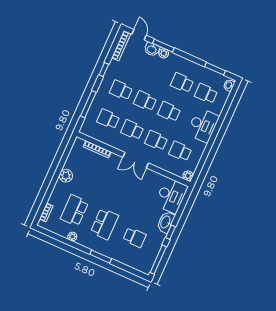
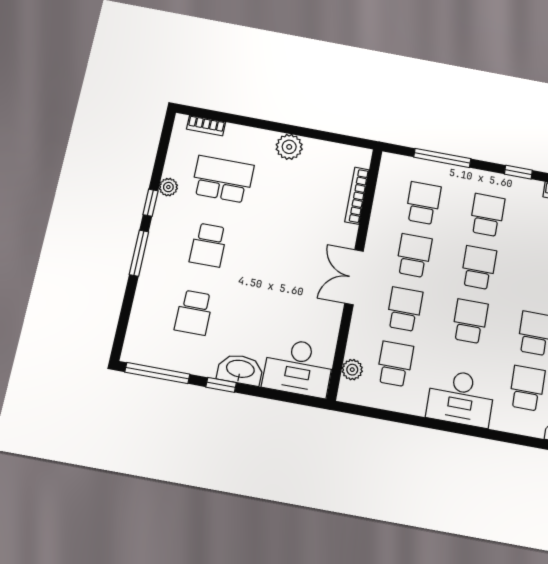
plant: (188, 176) -> (352, 370), moved
school desk: (104, 224) -> (208, 245), width x0.54
window: (78, 246) -> (150, 203), added

